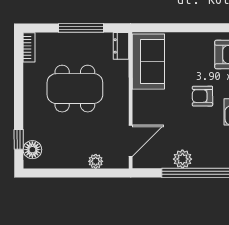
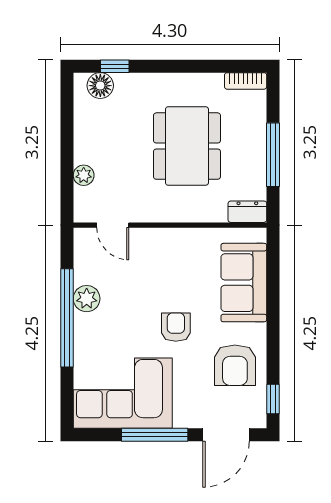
sofa: (148, 62) -> (244, 283), moved, turned 90
door: (131, 141) -> (113, 225), width x0.73

